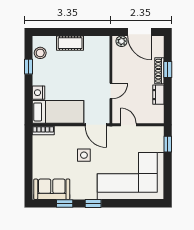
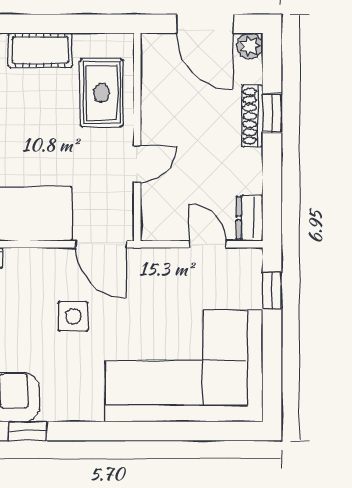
plant: (122, 41) -> (250, 46), moved
rug: (96, 61) -> (102, 93), added
dresser: (158, 95) -> (250, 218), moved
door: (128, 125) -> (208, 244), moved
window: (93, 203) -> (95, 431), removed

